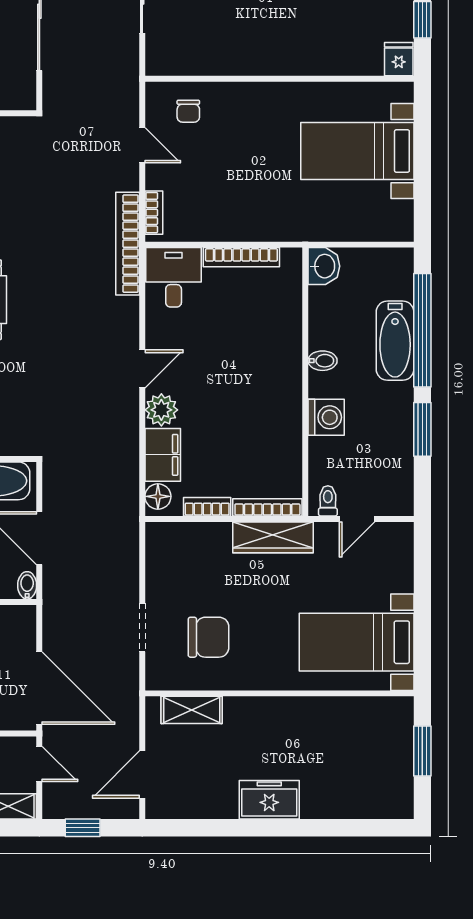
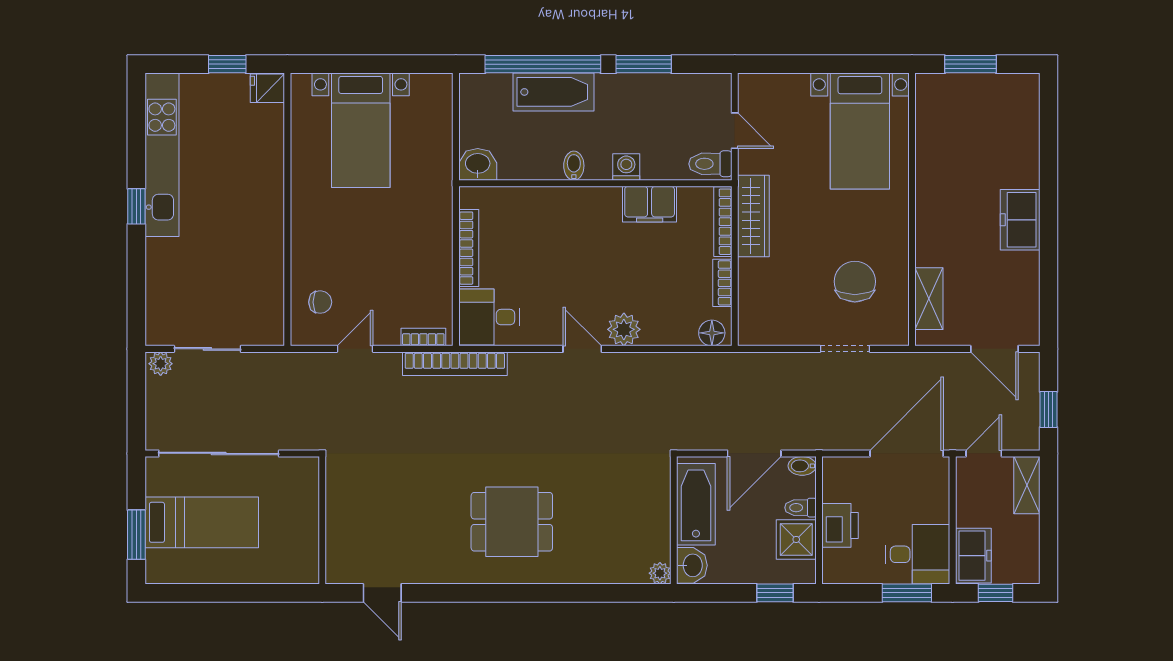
washing machine: (326, 417) -> (626, 167), width x0.73, depth x0.73
filing cabinet: (163, 455) -> (650, 204), moved, turned 180
toilet: (328, 501) -> (710, 164), width x1.37, depth x1.39

